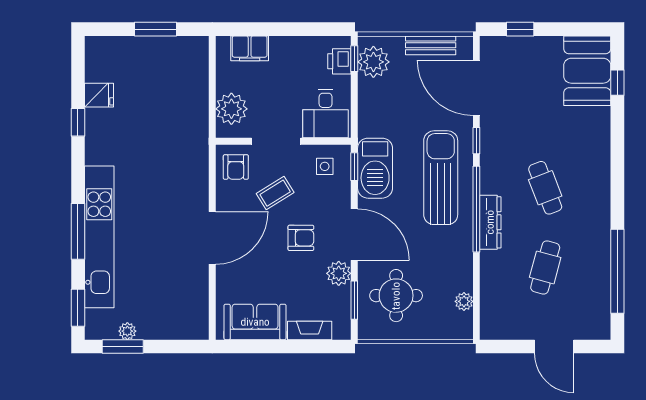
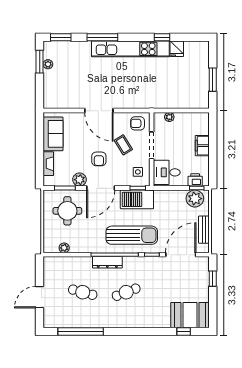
filing cabinet: (250, 48) -> (202, 146), moved
plant: (231, 109) -> (169, 117), width x0.53, depth x0.53
kitchen unit: (99, 237) -> (130, 49), moved

